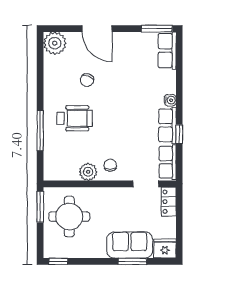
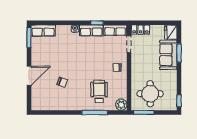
plant: (55, 43) -> (38, 103), removed
wheelchair: (74, 118) -> (99, 91), moved
plant: (88, 172) -> (121, 105), moved

